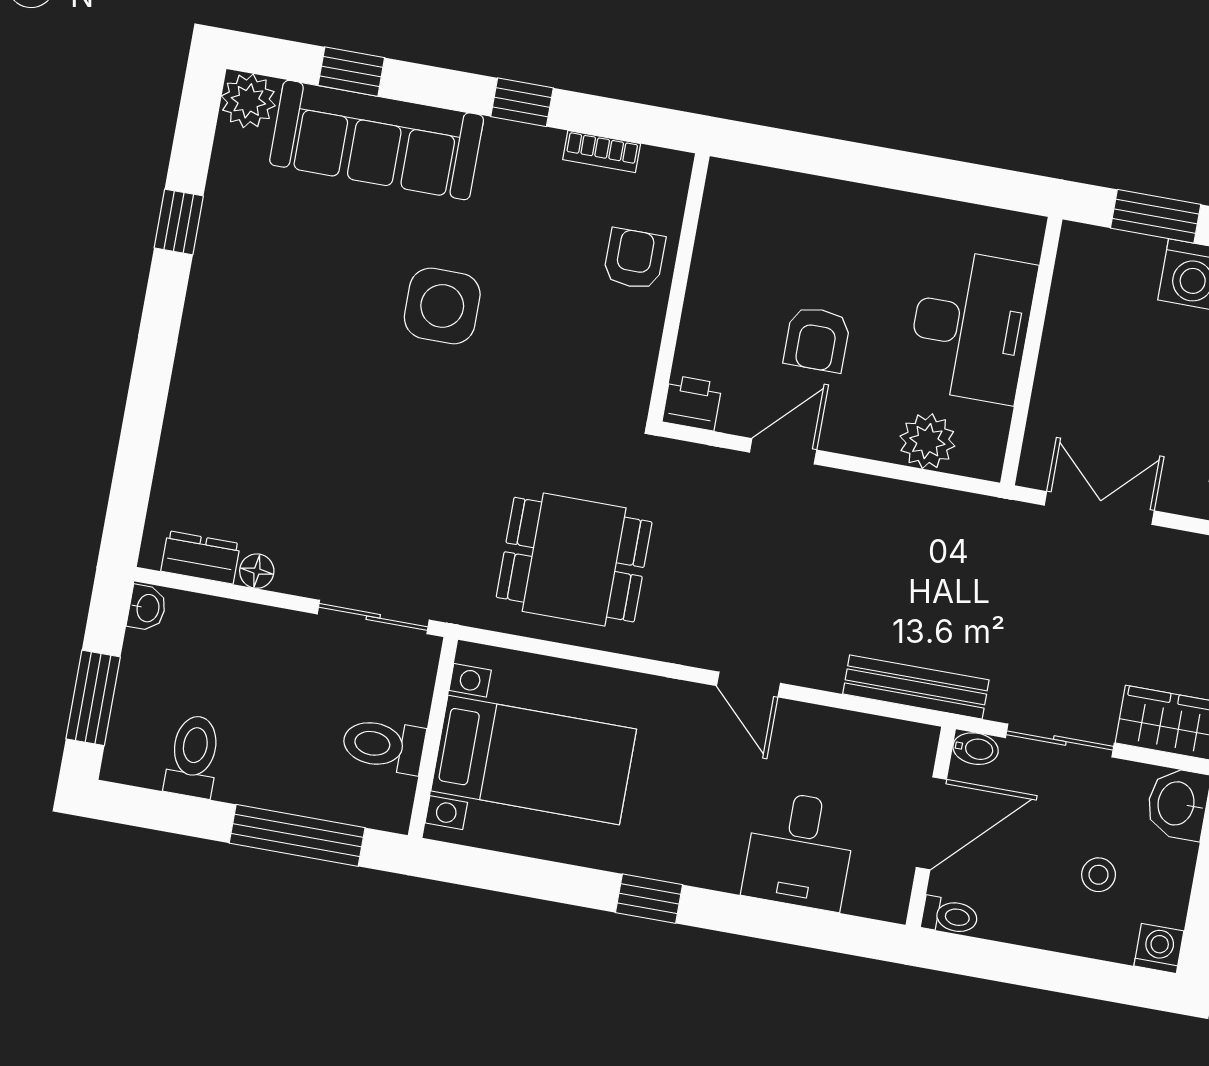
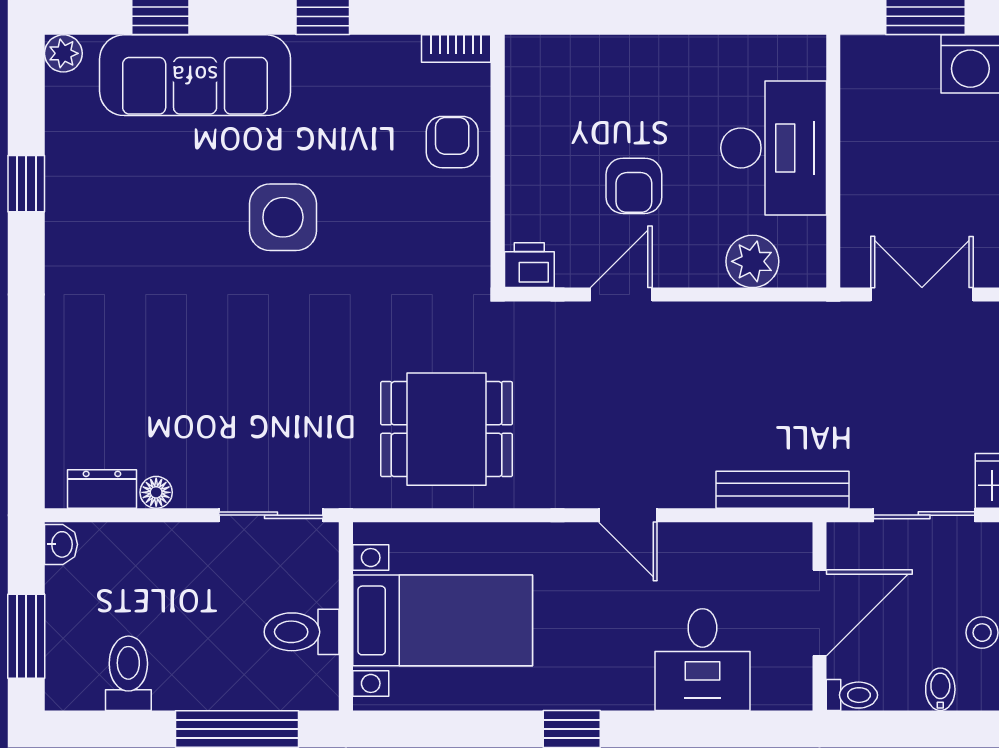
plant: (248, 101) -> (63, 53), width x0.73, depth x0.73
bookcase: (602, 152) -> (456, 49), moved
bidet: (976, 749) -> (940, 689), moved, turned -90

